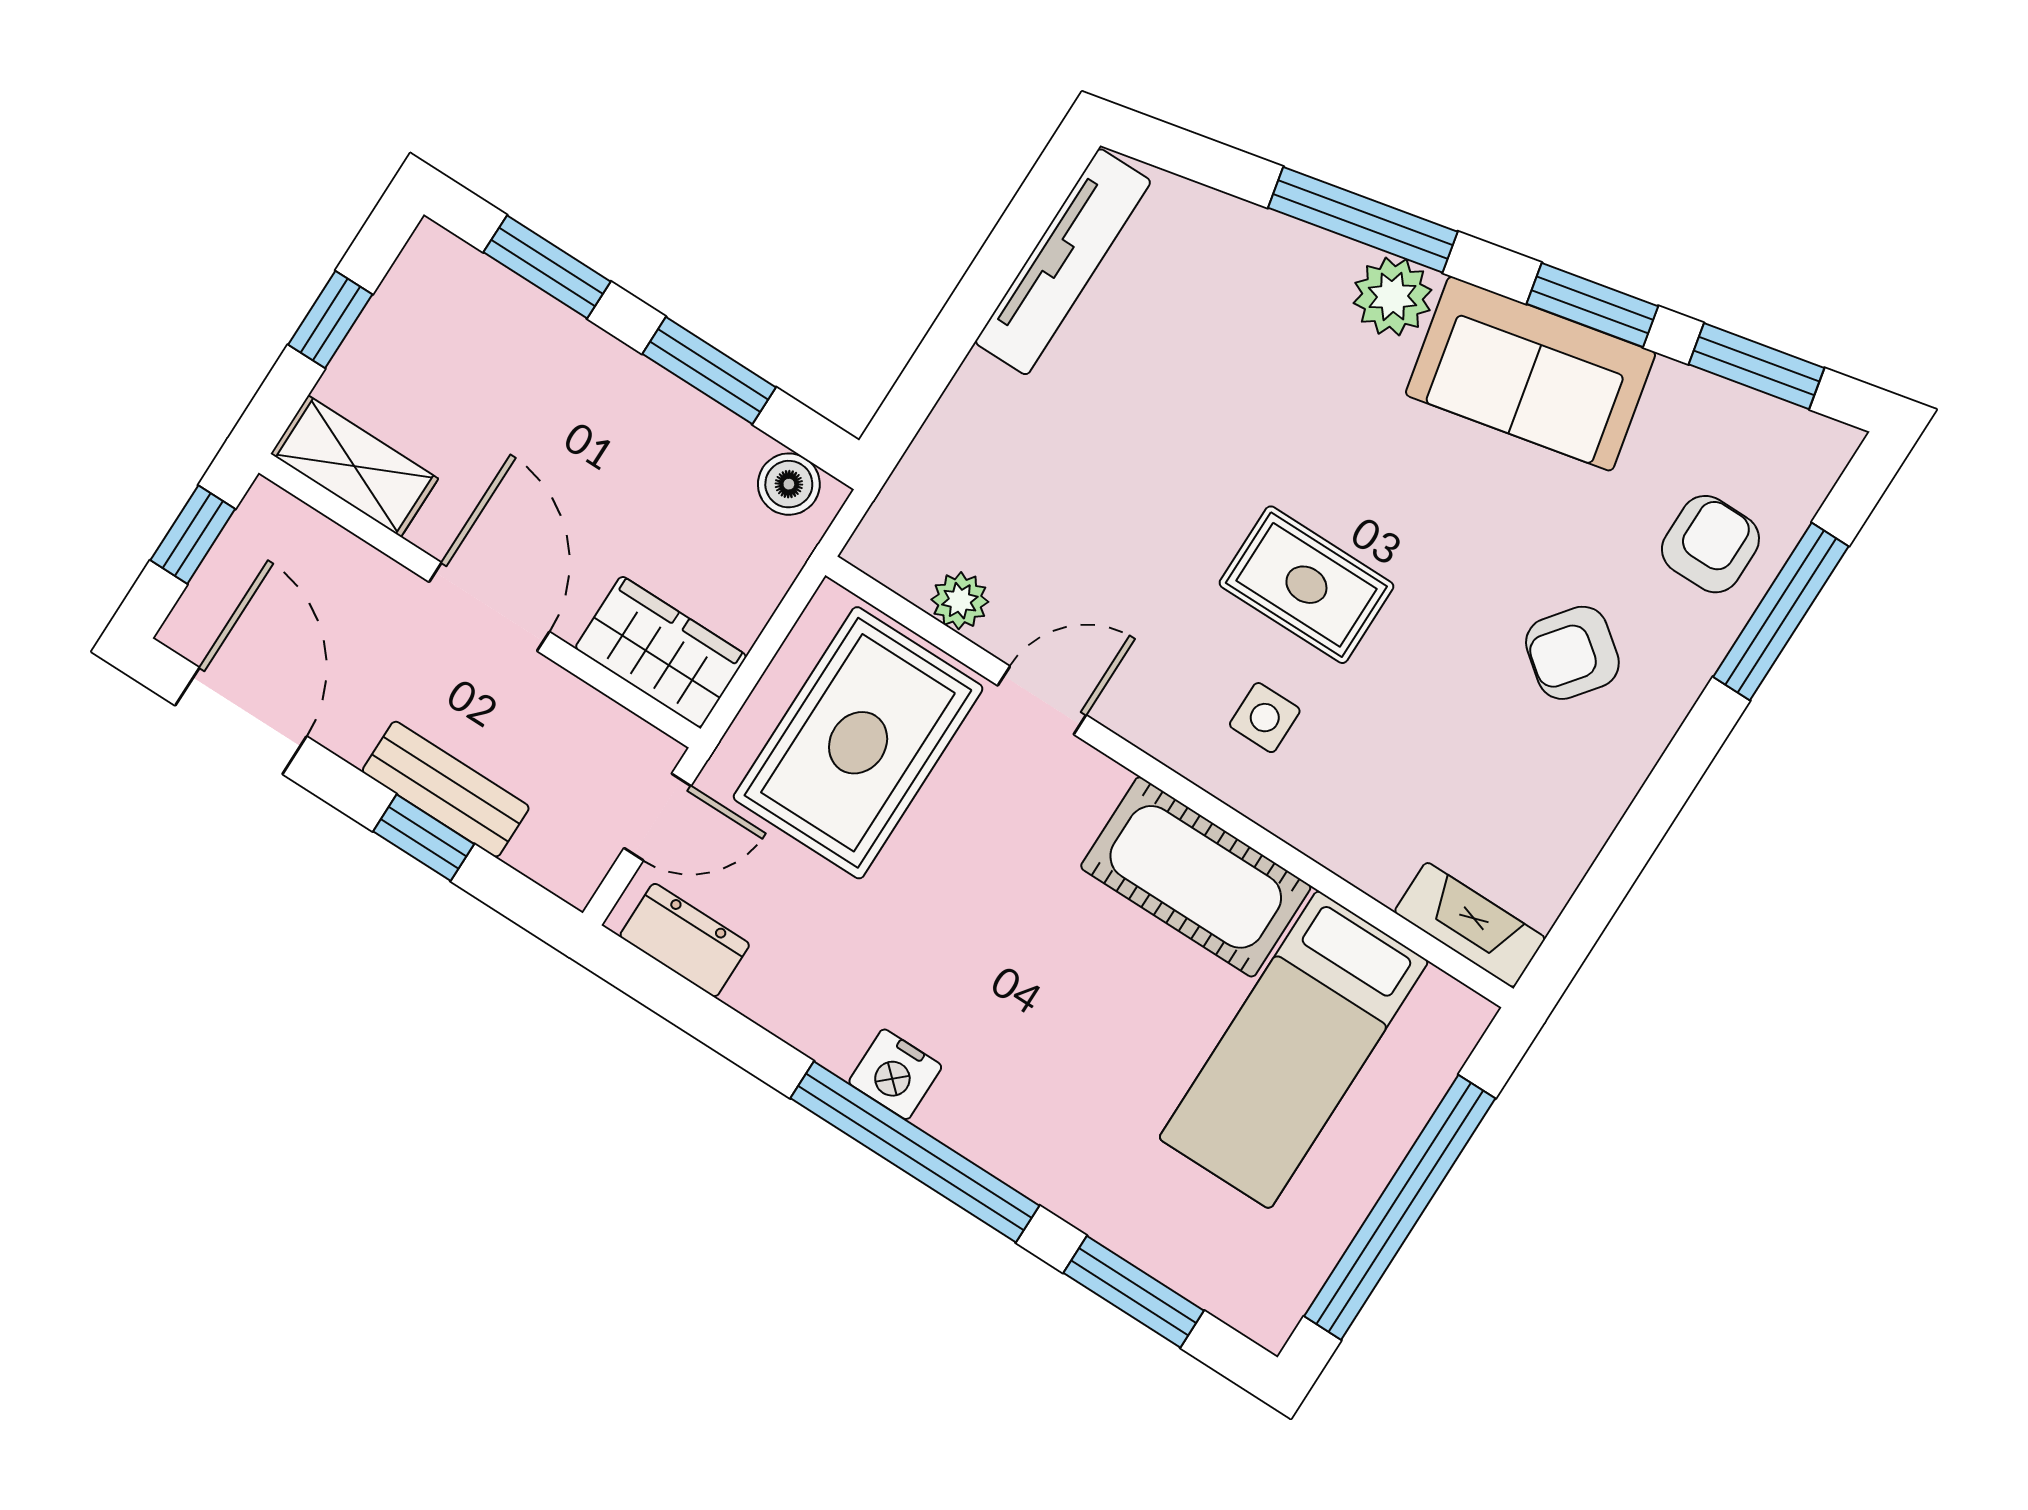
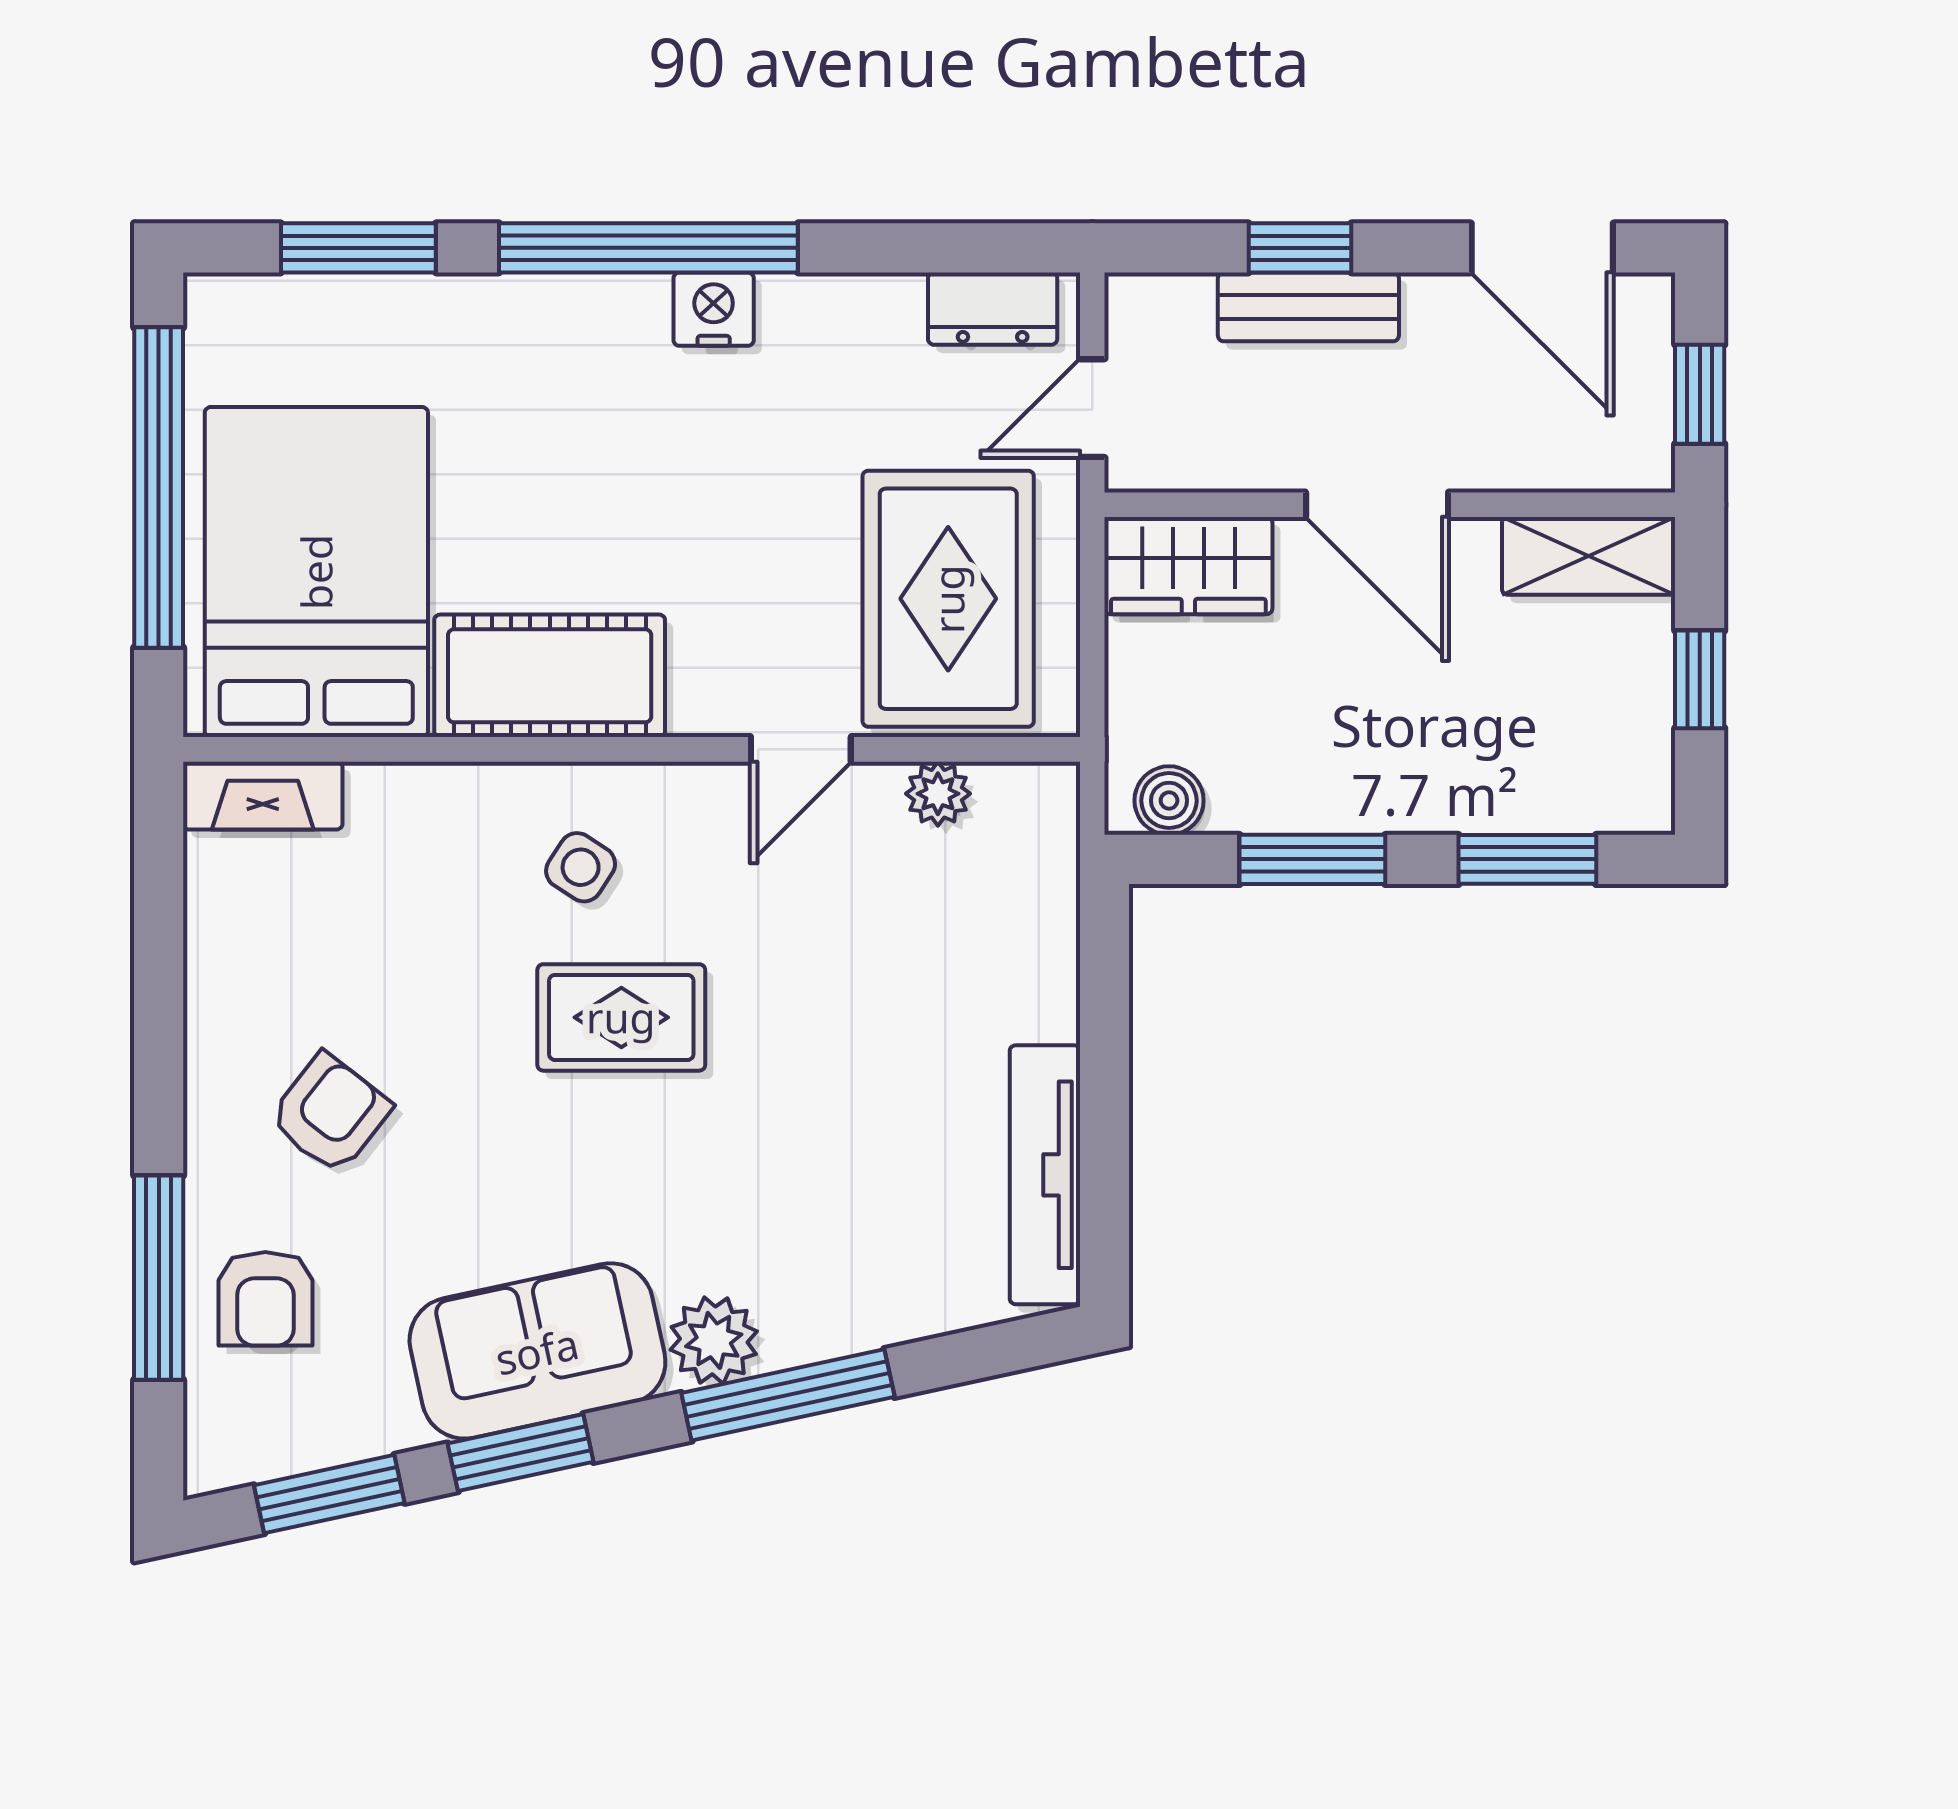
side table: (1265, 718) -> (581, 867), turned 33
bed: (1294, 1050) -> (316, 572), width x1.50

